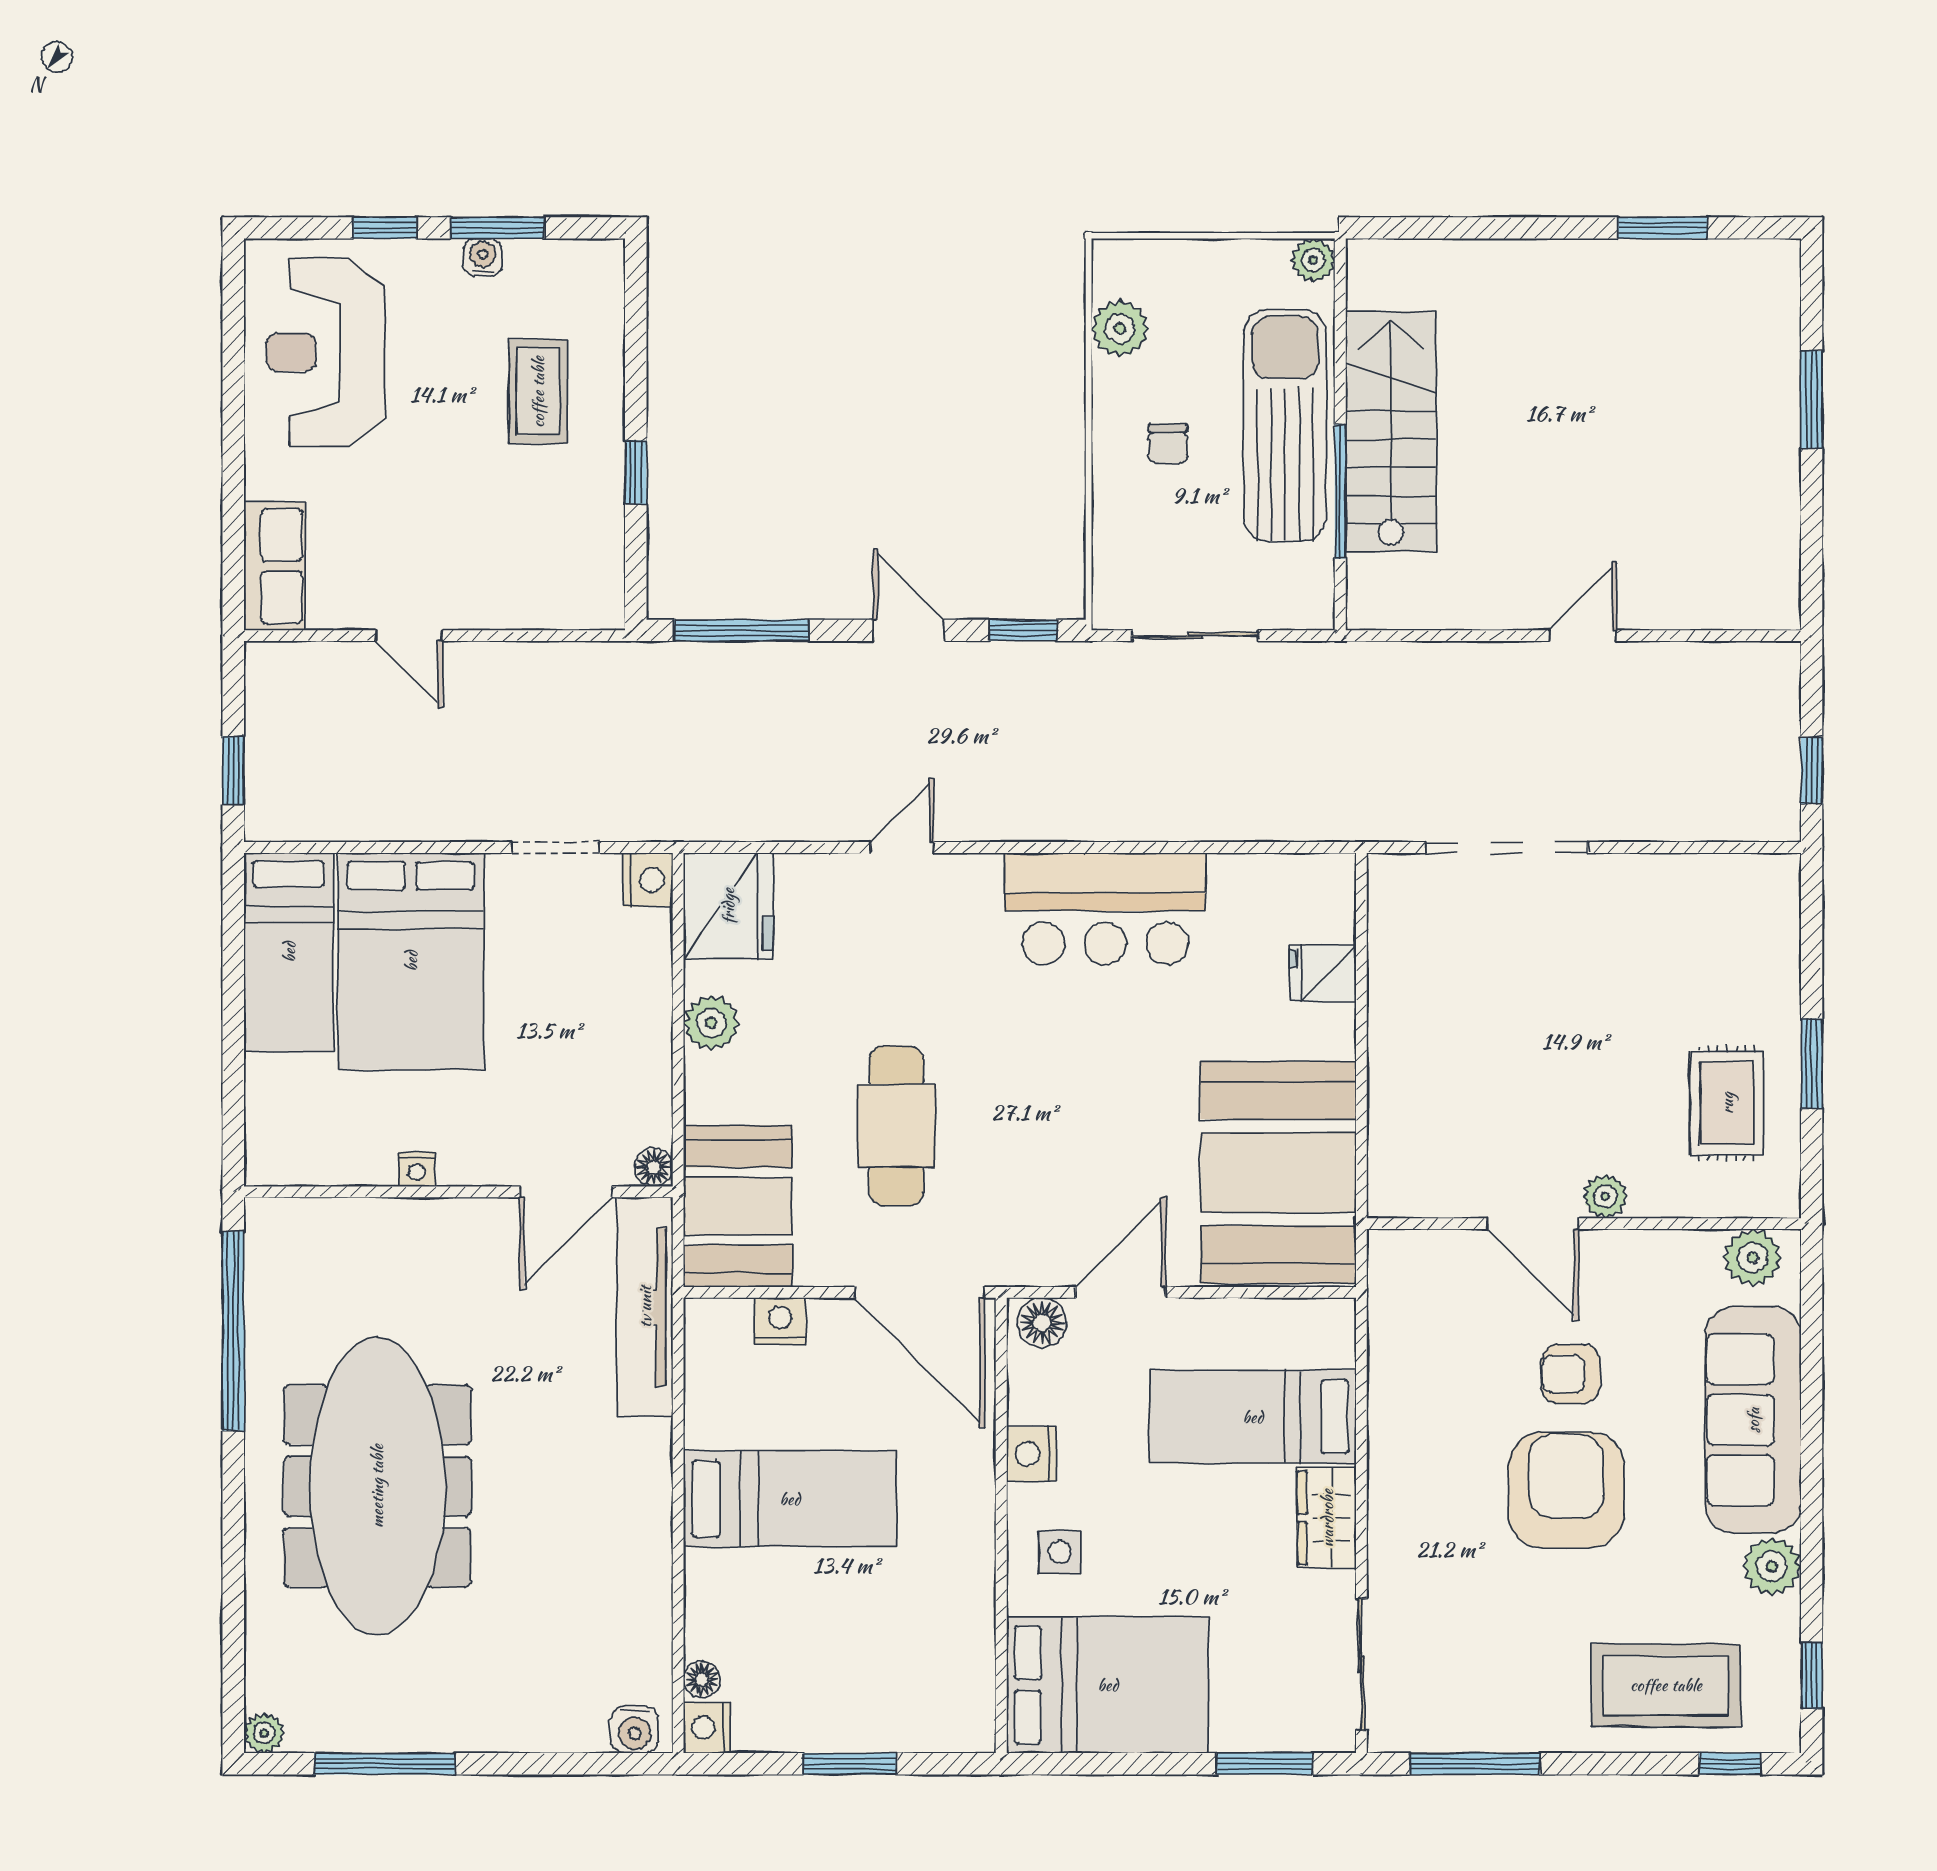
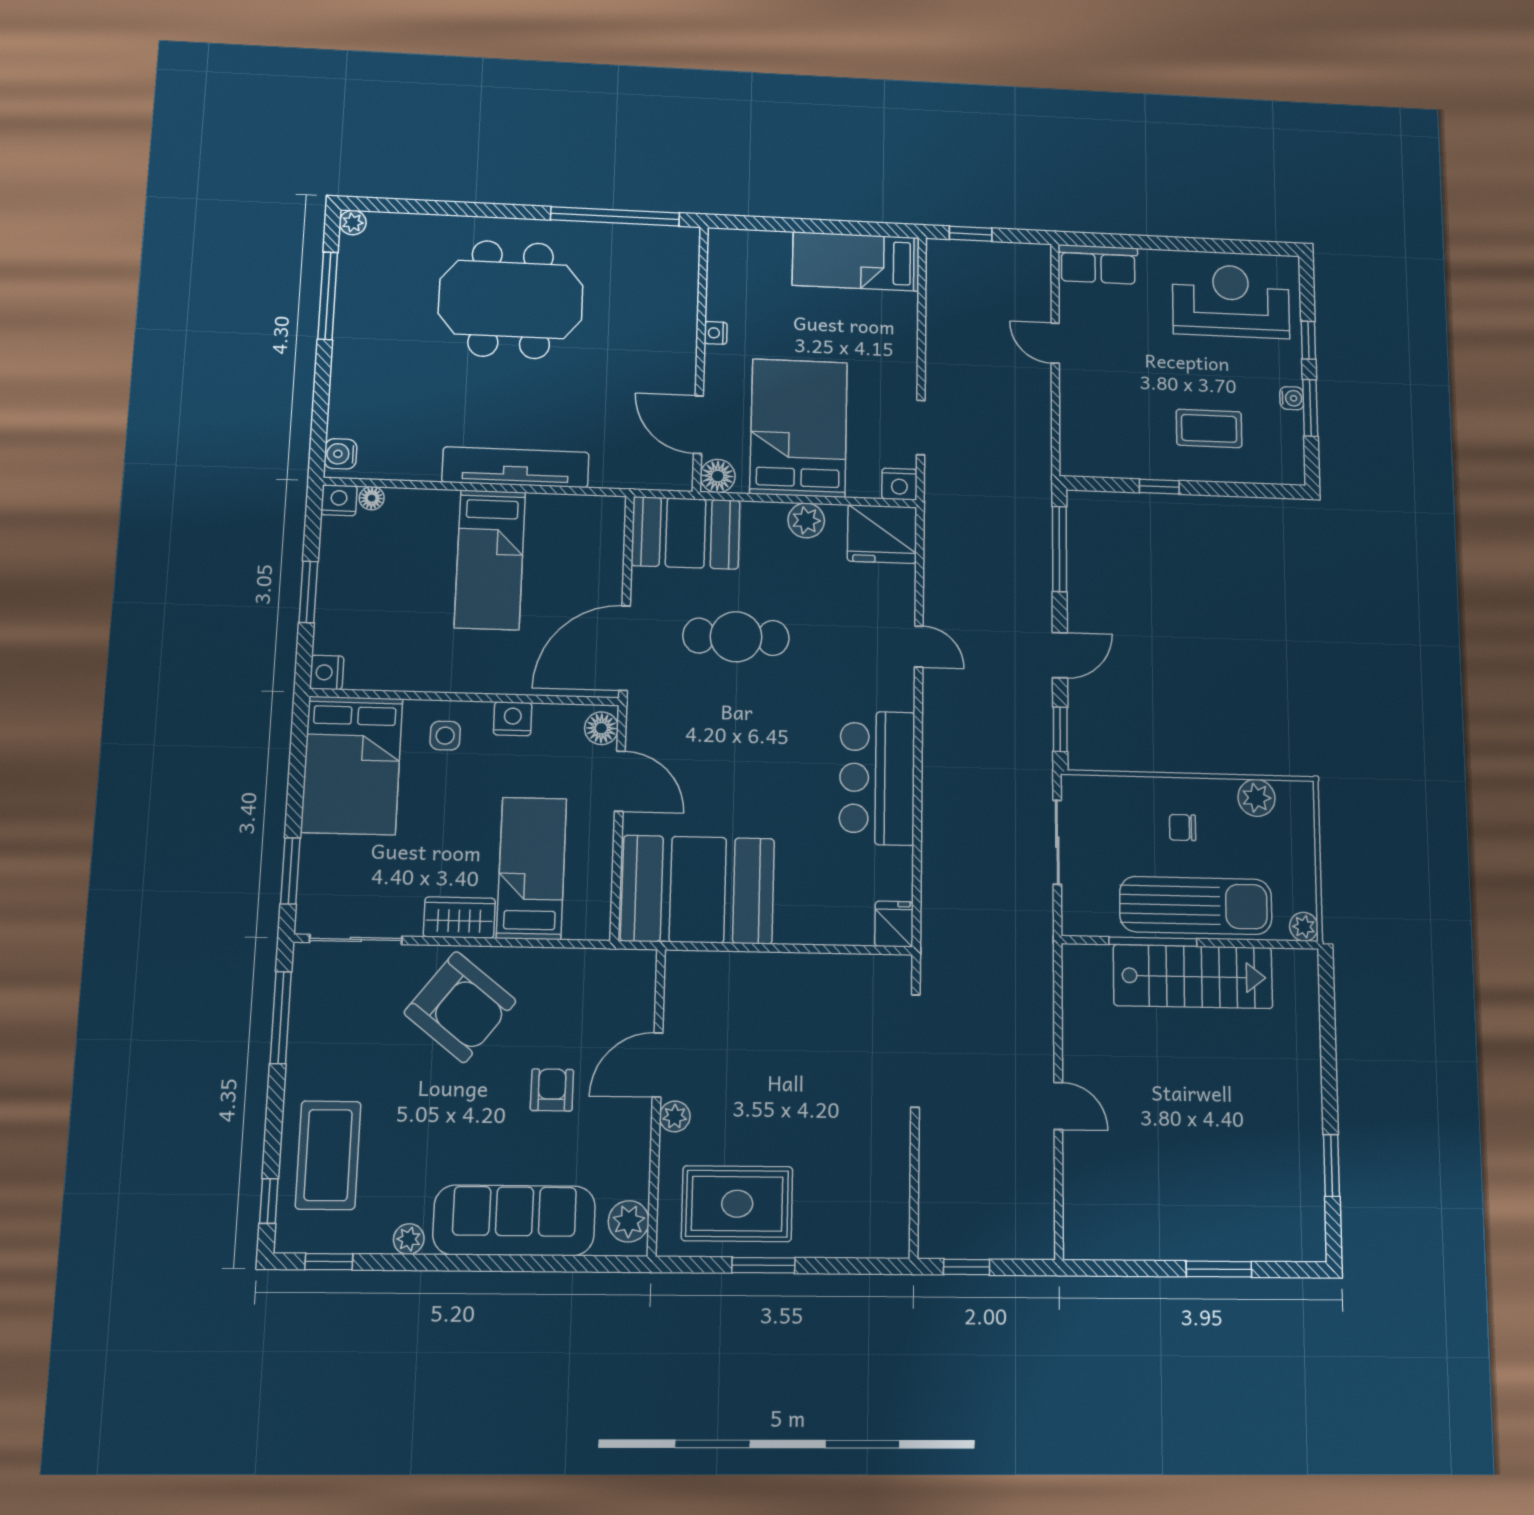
door: (409, 636) -> (1055, 343), hinge flipped
bed: (411, 961) -> (799, 428), moved, turned 90
fridge: (1323, 973) -> (894, 924), moved
rug: (1727, 1103) -> (737, 1204), width x1.36, depth x1.43
floor lamp: (654, 1167) -> (718, 476), width x1.37, depth x1.37
tv unit: (645, 1307) -> (516, 467), moved
nightstand: (780, 1321) -> (327, 672), moved, turned 180
meeting table: (377, 1486) -> (511, 299), width x0.73
armchair: (1566, 1490) -> (460, 1007), moved, turned 38
plant: (1772, 1566) -> (409, 1239), width x0.73, depth x0.73

